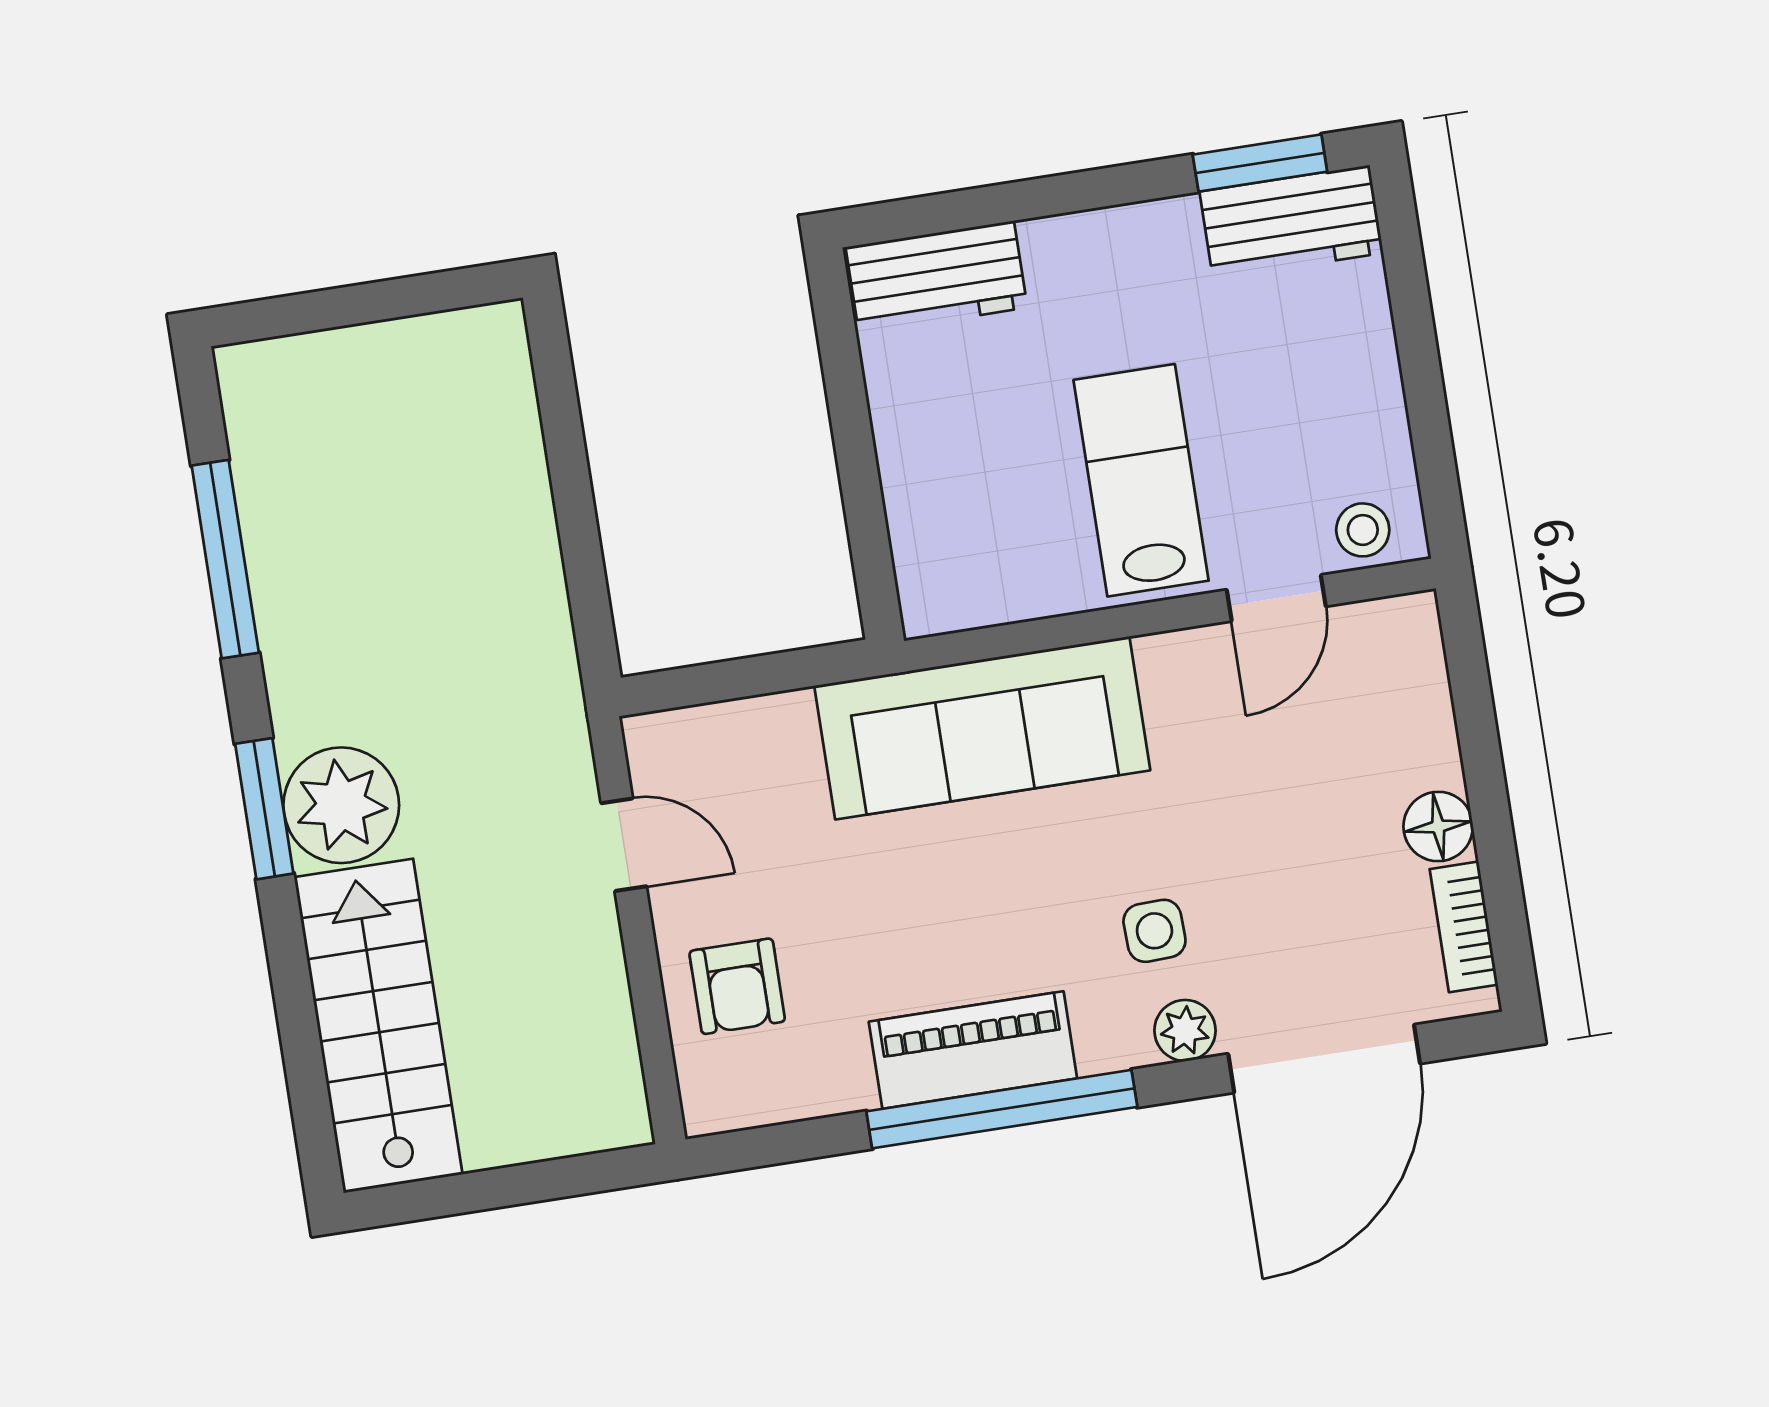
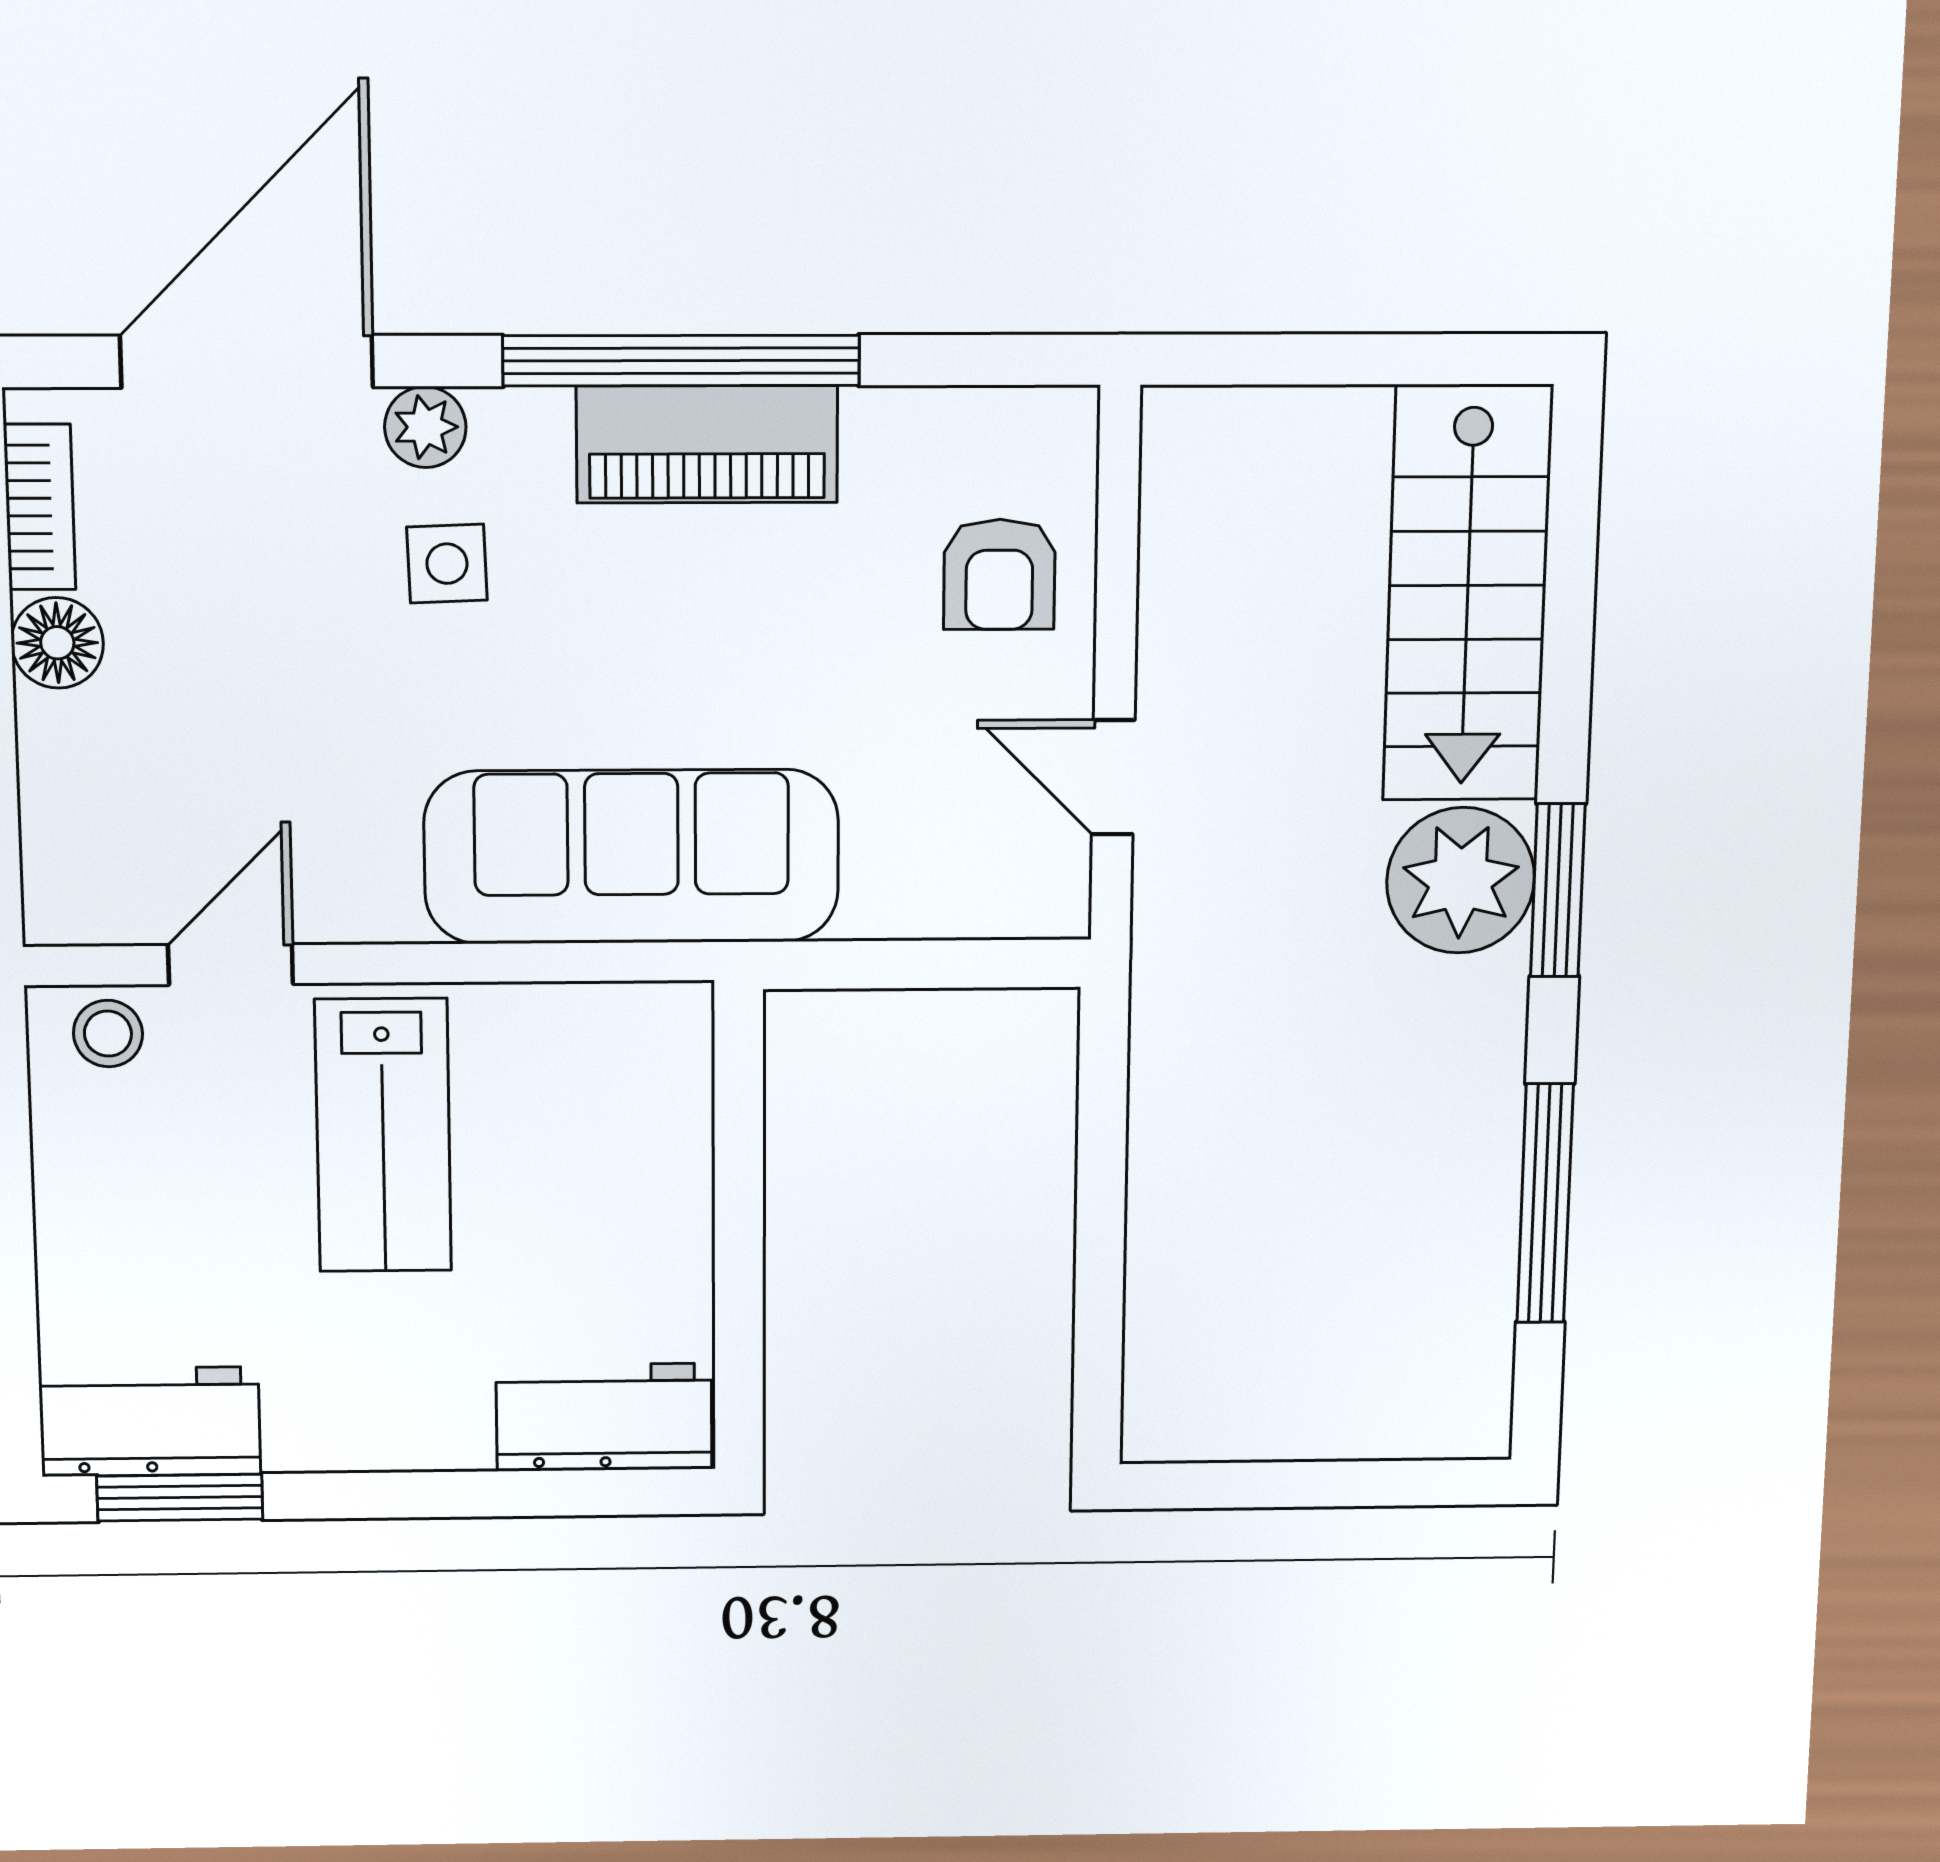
armchair: (737, 986) -> (999, 574), turned 180

